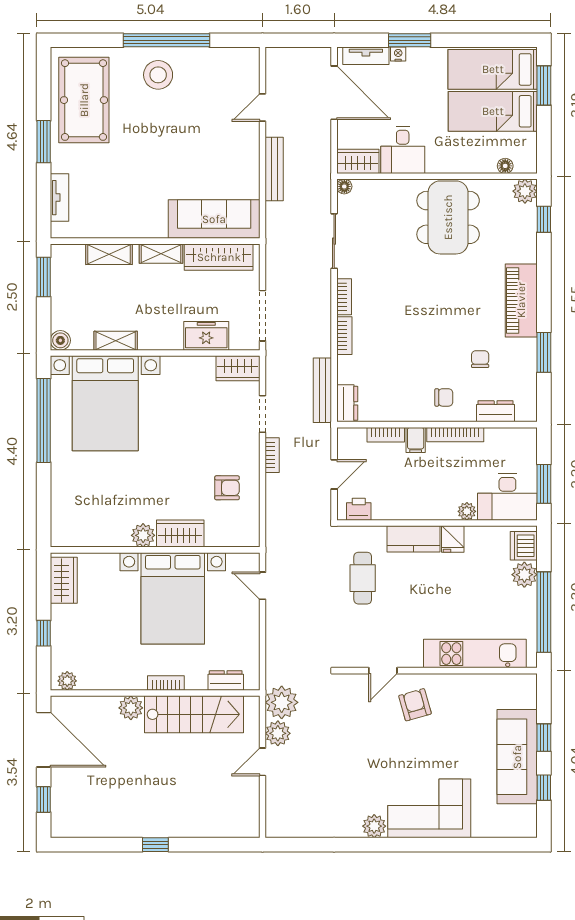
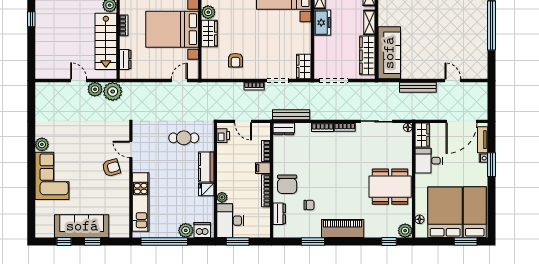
stool: (158, 75) -> (472, 21), removed
bed: (493, 111) -> (445, 212), width x1.50
freezer: (206, 336) -> (322, 23), moved
chair: (444, 397) -> (287, 184), width x1.87, depth x1.87

